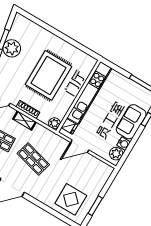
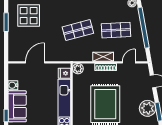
door: (80, 146) -> (35, 62), moved
plant: (116, 154) -> (14, 74), removed
shop shelf: (33, 159) -> (78, 30), turned -30

